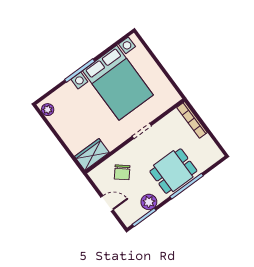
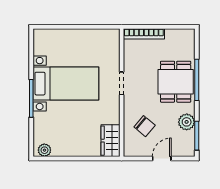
bed with nightstands: (118, 83) -> (66, 84), width x0.73

